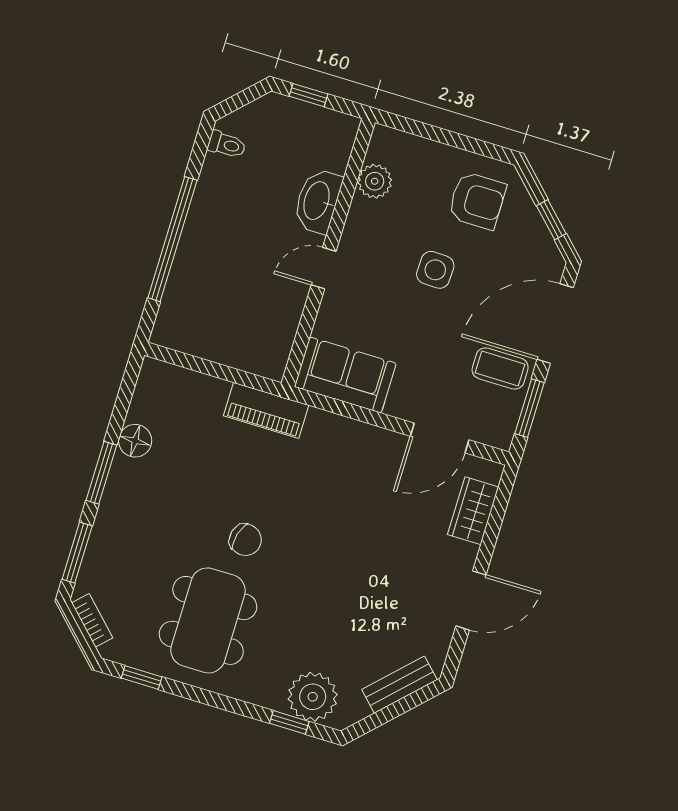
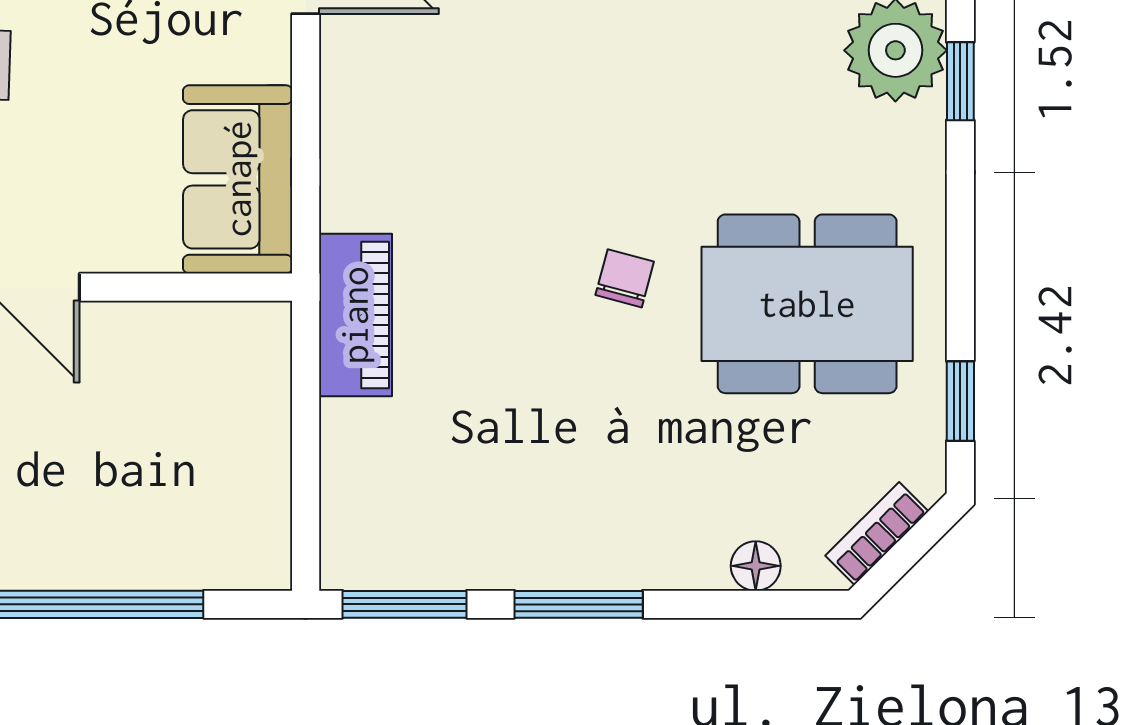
floor lamp: (135, 441) -> (756, 566), moved, width x0.73, depth x0.73
chair: (245, 540) -> (625, 278), width x0.73, depth x0.73
window: (77, 553) -> (404, 604), moved

